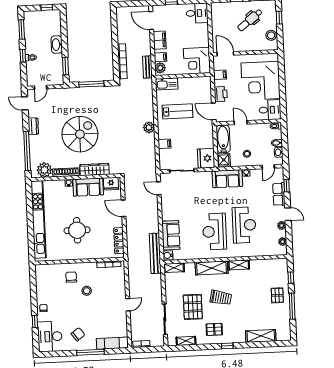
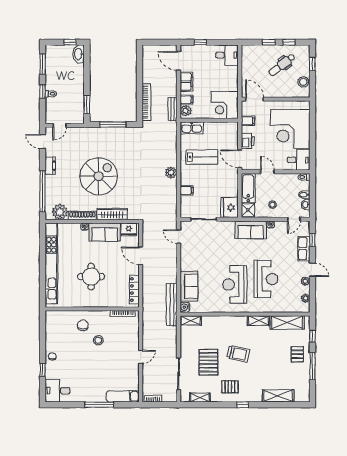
washbasin: (57, 45) -> (79, 54), moved
shelving: (212, 268) -> (287, 322), moved
chair: (78, 334) -> (87, 385), removed
desk: (50, 336) -> (58, 391), width x0.73

